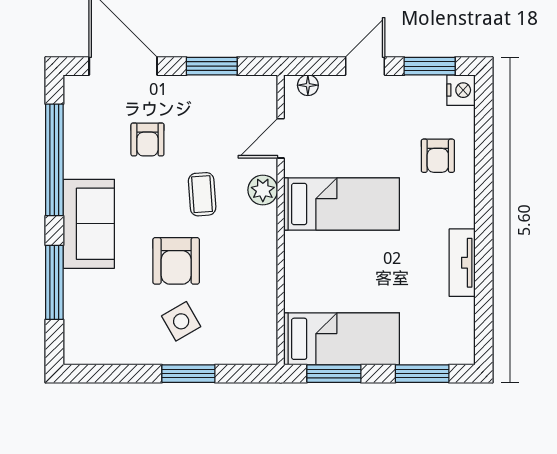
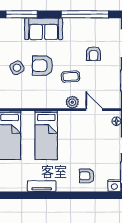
armchair: (147, 139) -> (94, 54), turned -90
bed: (341, 204) -> (46, 135), moved
sofa: (89, 224) -> (44, 29), moved
window: (54, 282) -> (22, 14), moved

